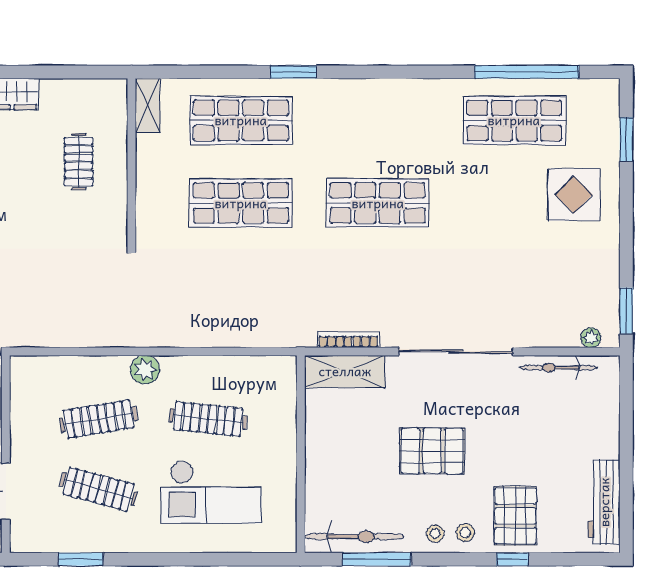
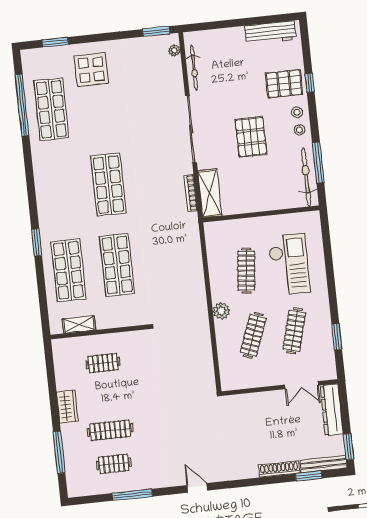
shelving: (148, 106) -> (79, 325), moved
clothes rail: (98, 419) -> (253, 335), turned 30

